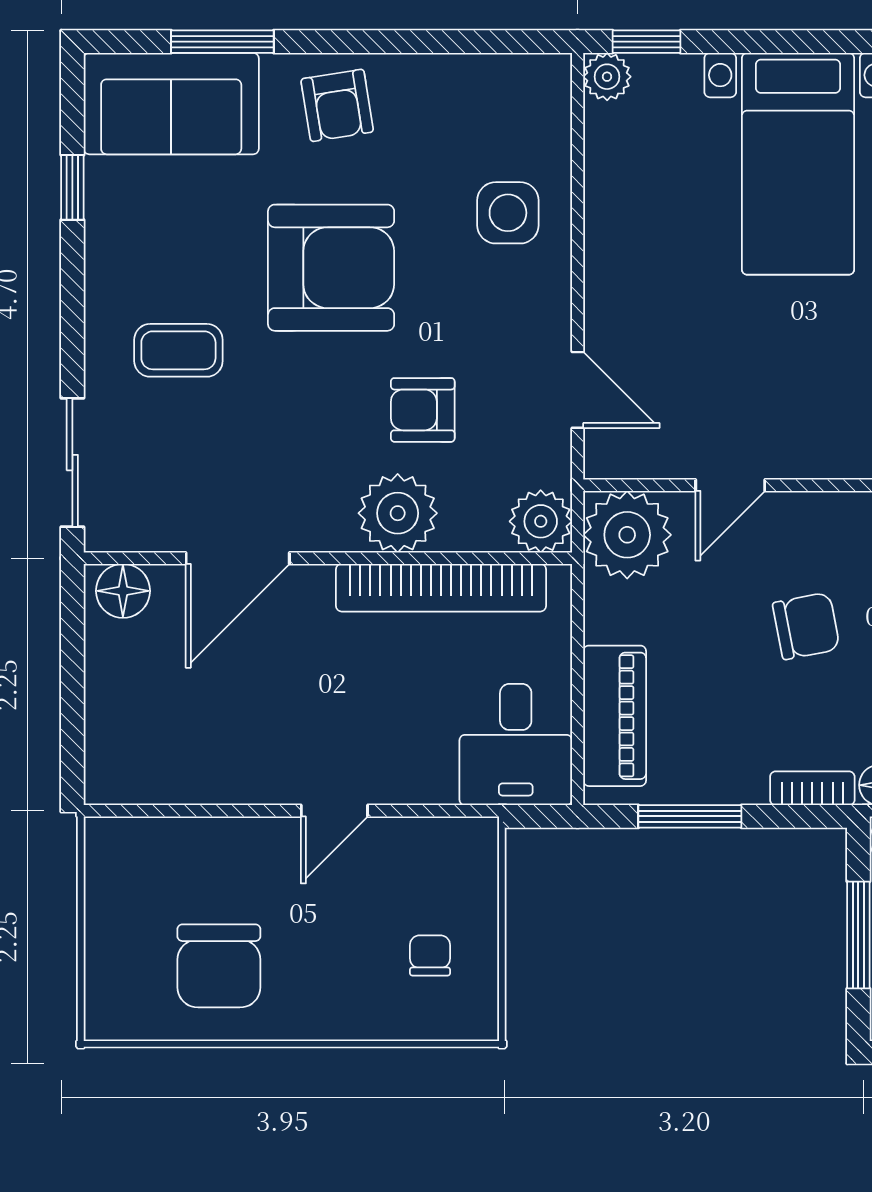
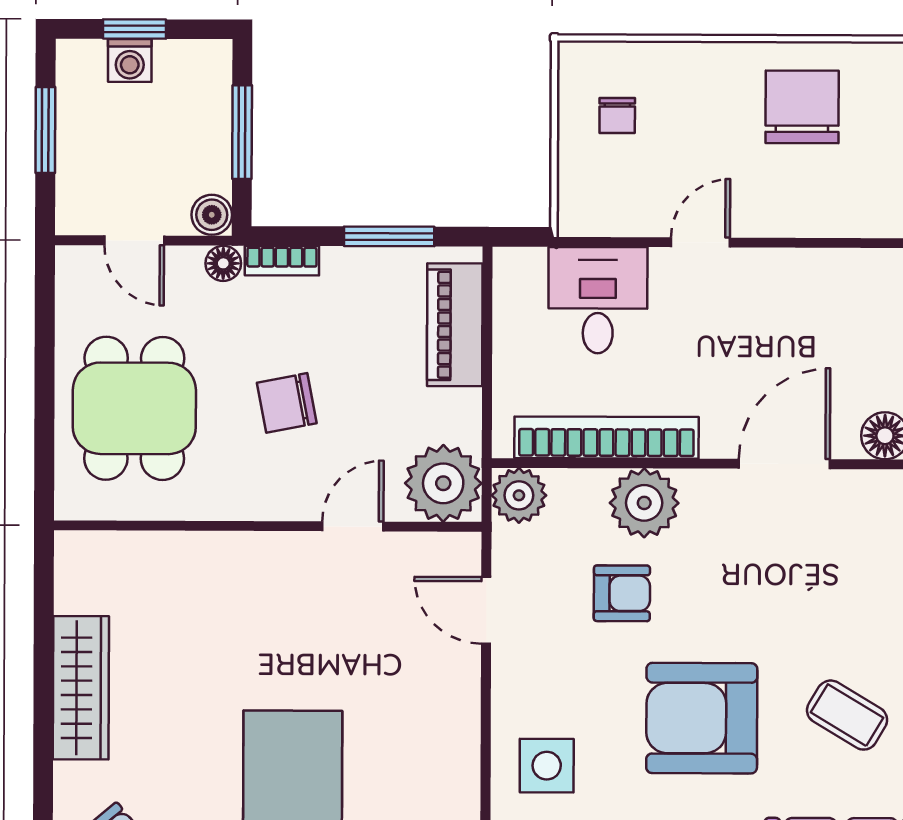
coffee table: (178, 350) -> (847, 715), moved, turned 31
desk: (516, 745) -> (598, 300), moved

